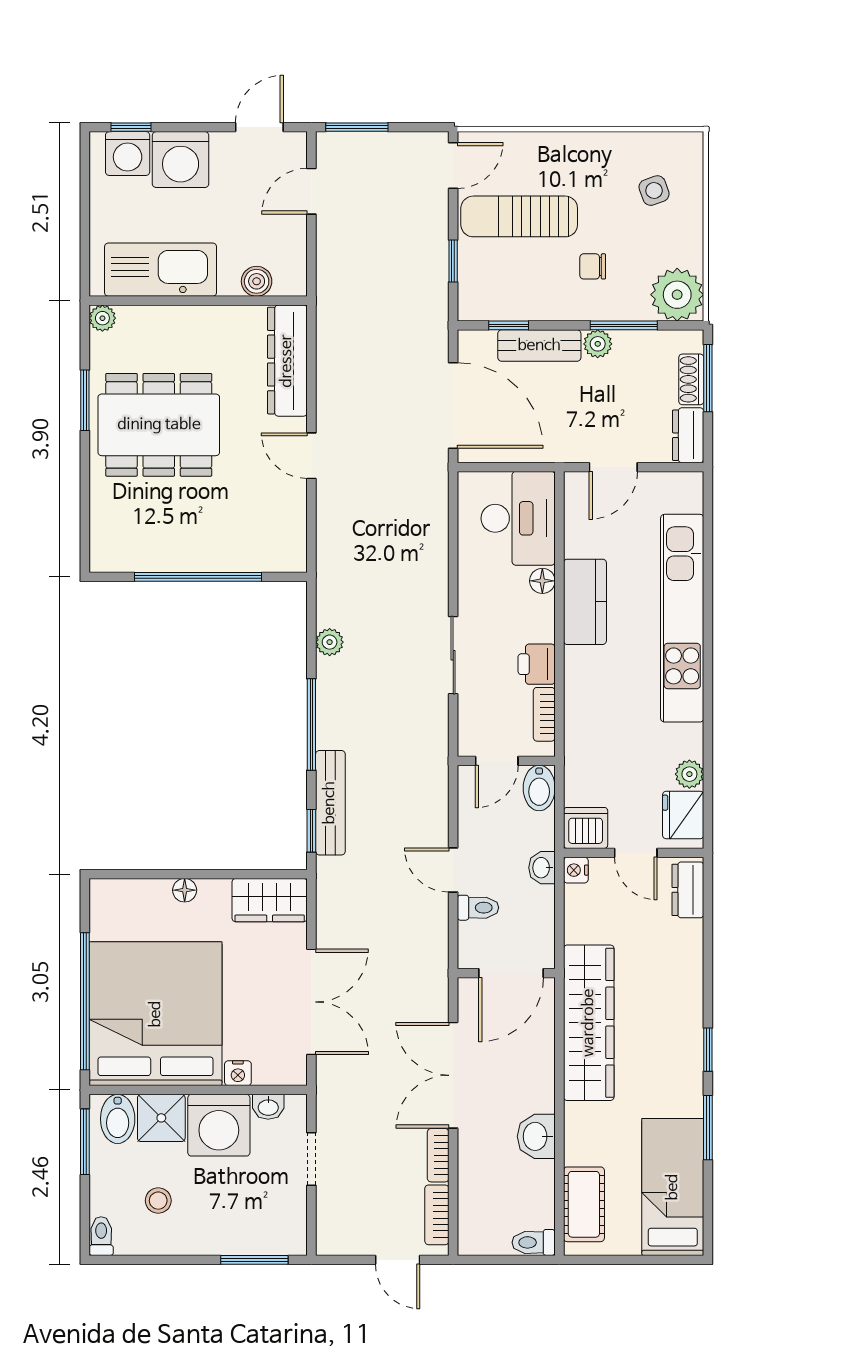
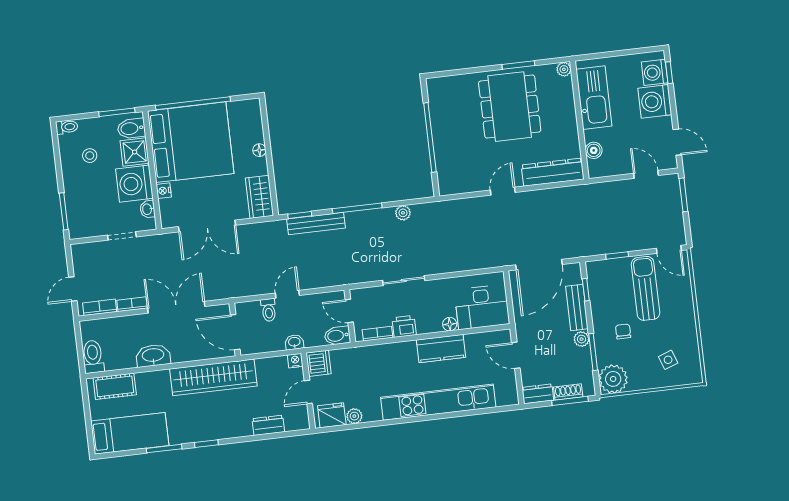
dresser: (688, 890) -> (268, 425), moved
washbasin: (536, 1136) -> (153, 356), width x1.38
toilet: (534, 1242) -> (93, 357), width x1.37, depth x1.39

